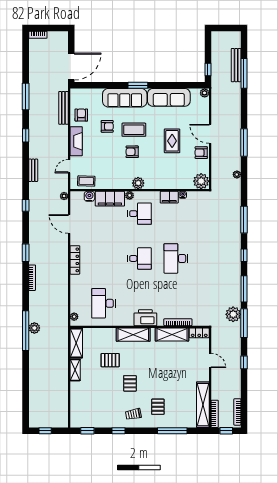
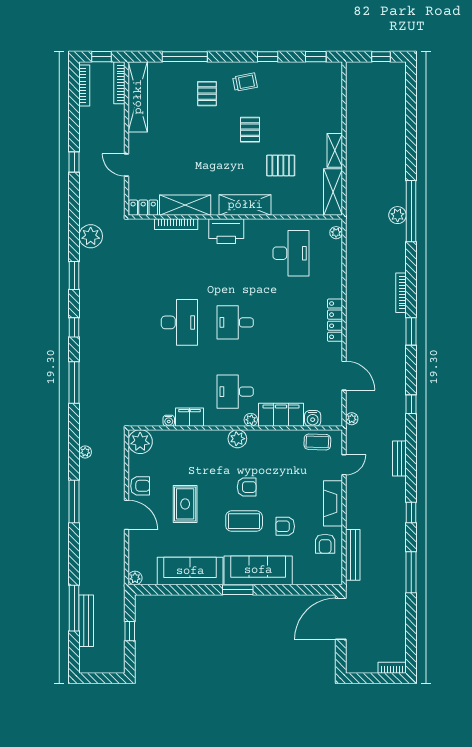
window: (208, 70) -> (130, 631), moved
window: (244, 289) -> (74, 275), width x0.69
window: (244, 323) -> (74, 223), removed

